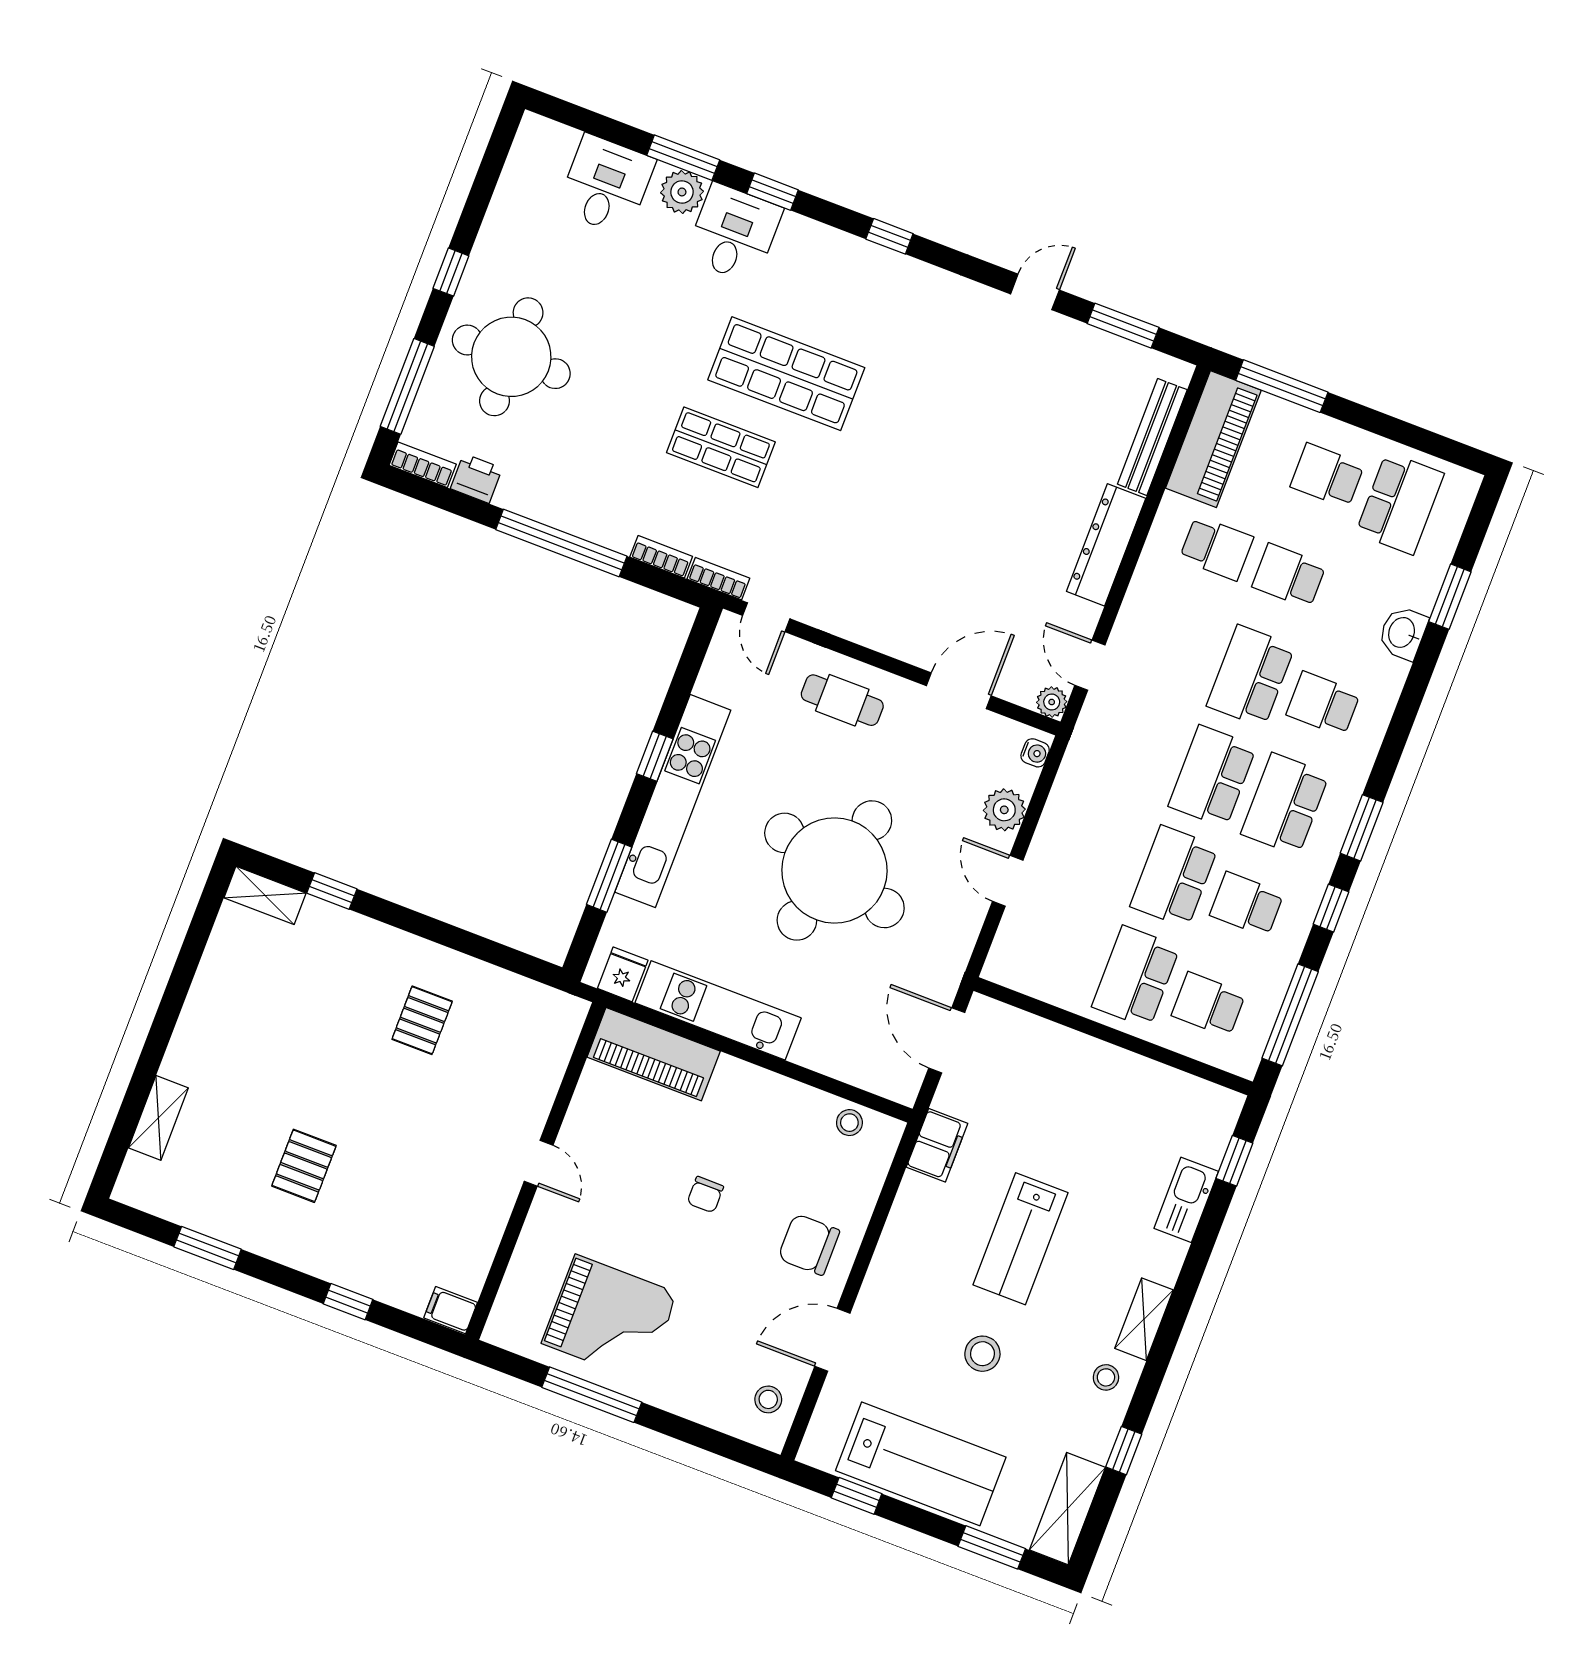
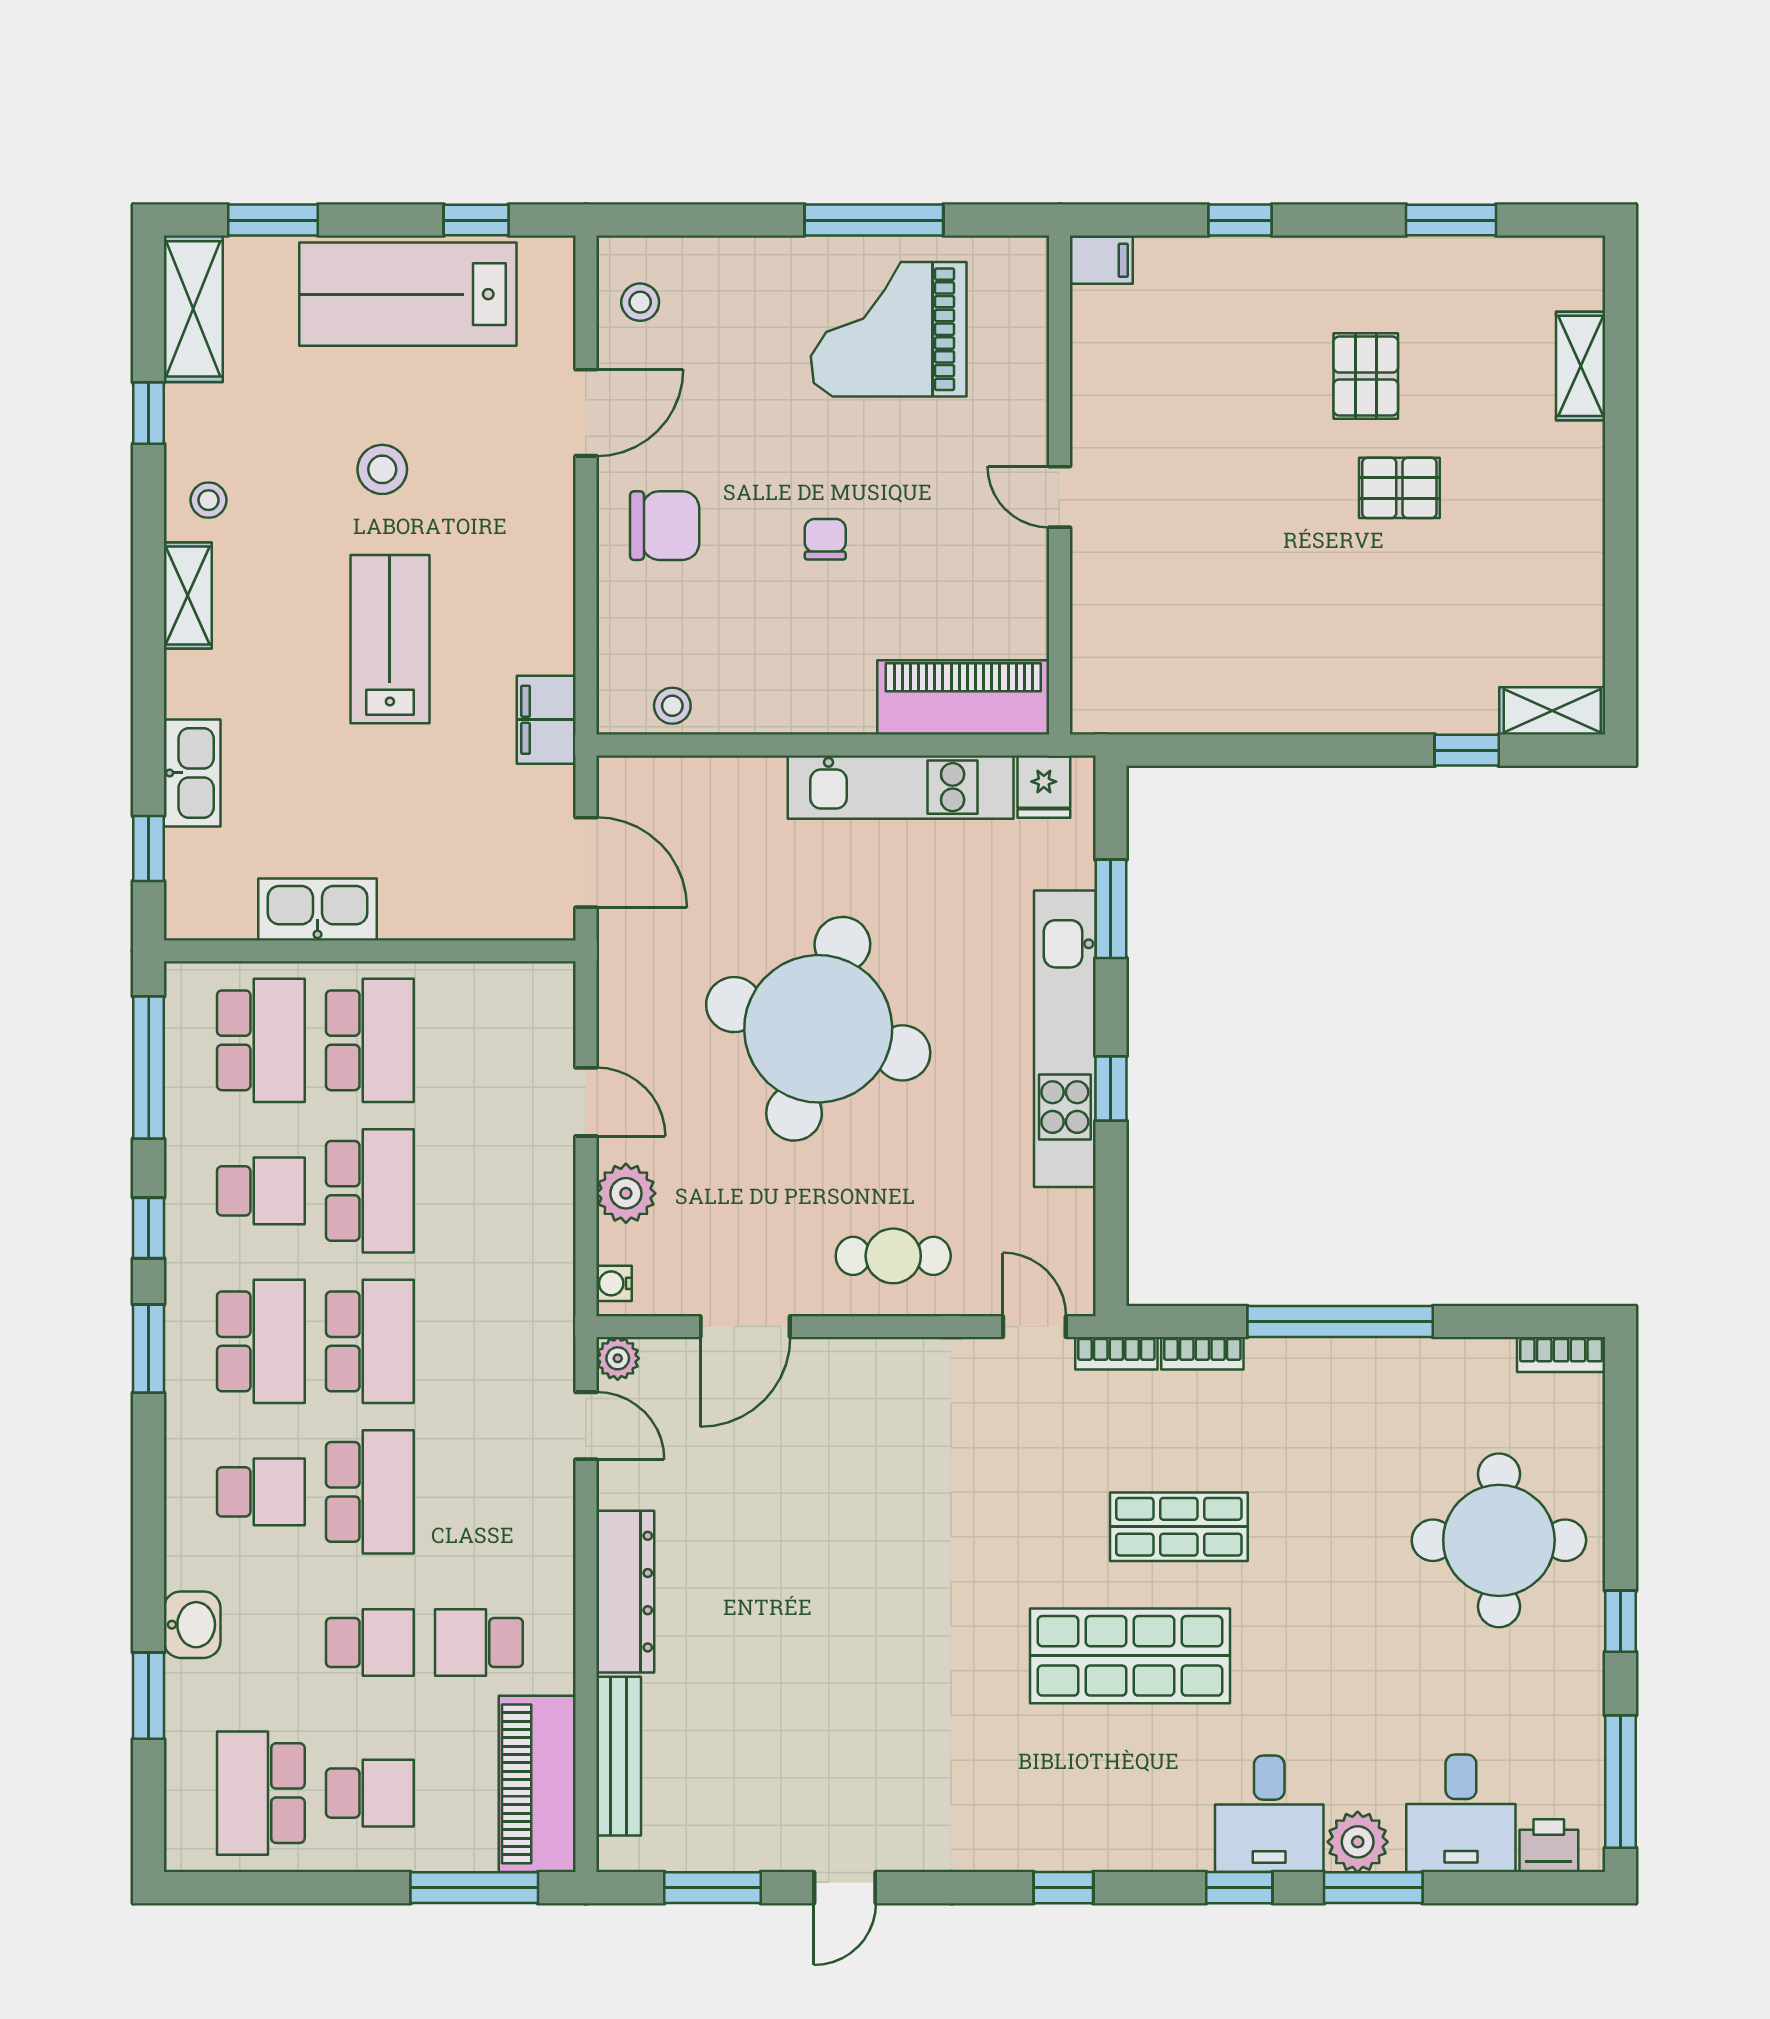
window: (407, 386) -> (1620, 1782), moved
printer: (476, 478) -> (1549, 1846), moved, turned 180
school desk: (1208, 1004) -> (261, 1040), width x1.85
pallet: (422, 1020) -> (1399, 488), moved, turned 90
kitchen sink: (1137, 1077) -> (317, 909), added

